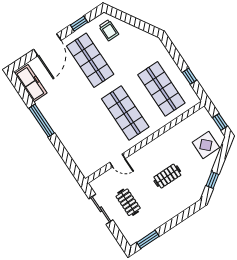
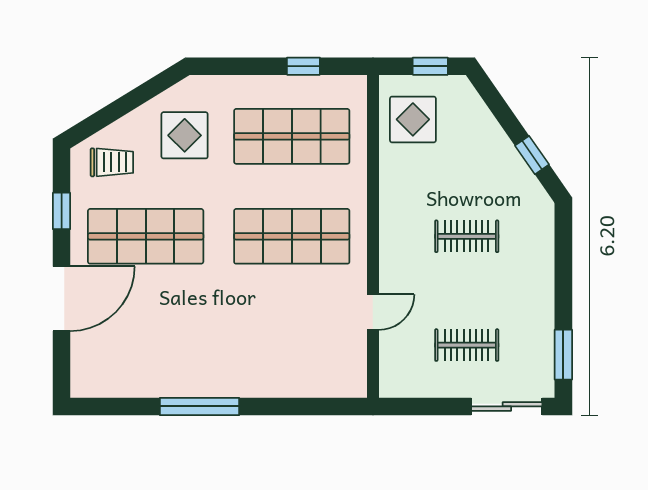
door: (47, 45) -> (62, 299), hinge flipped
display table: (136, 50) -> (185, 135), added
freezer: (31, 83) -> (114, 379), removed
display table: (206, 145) -> (413, 119), moved
clothes rail: (167, 176) -> (467, 236), turned 90
sliding door: (101, 209) -> (507, 406), moved

